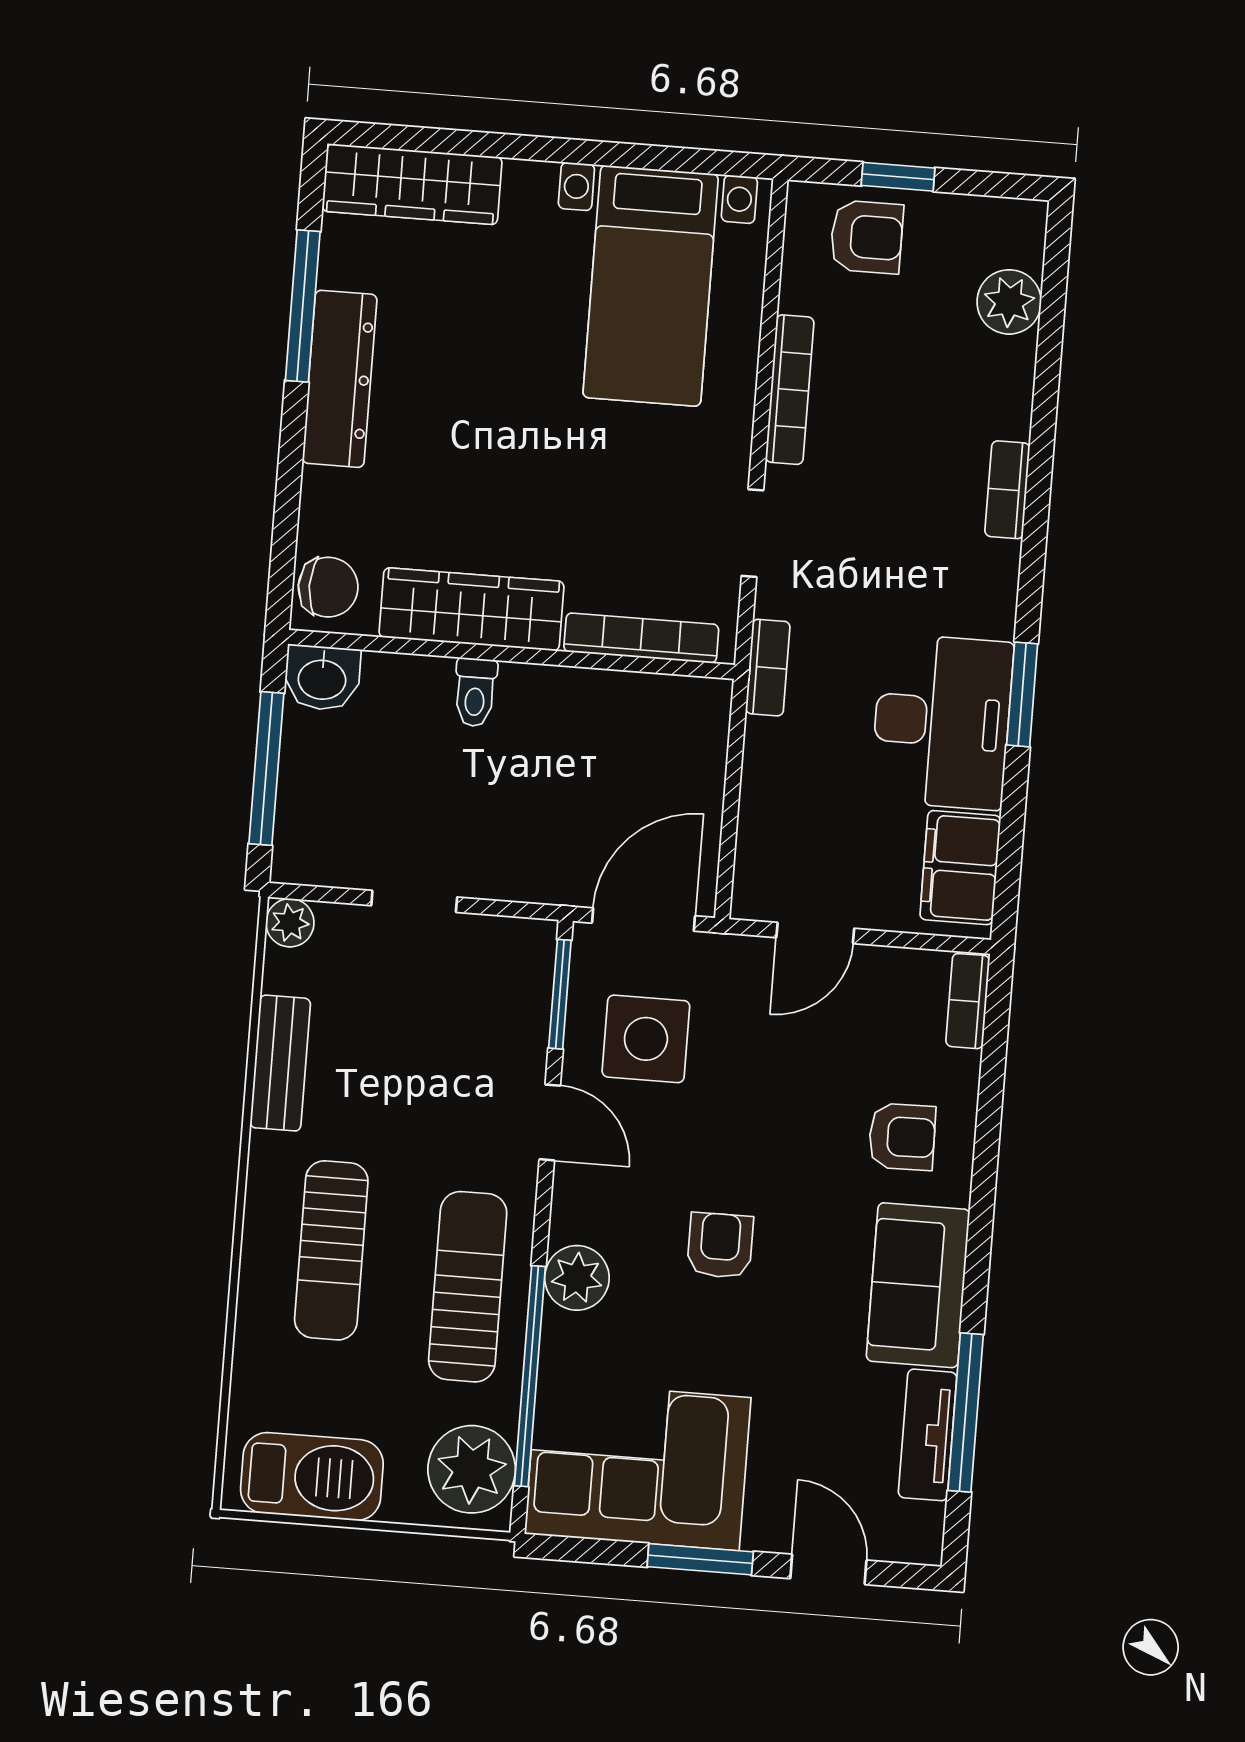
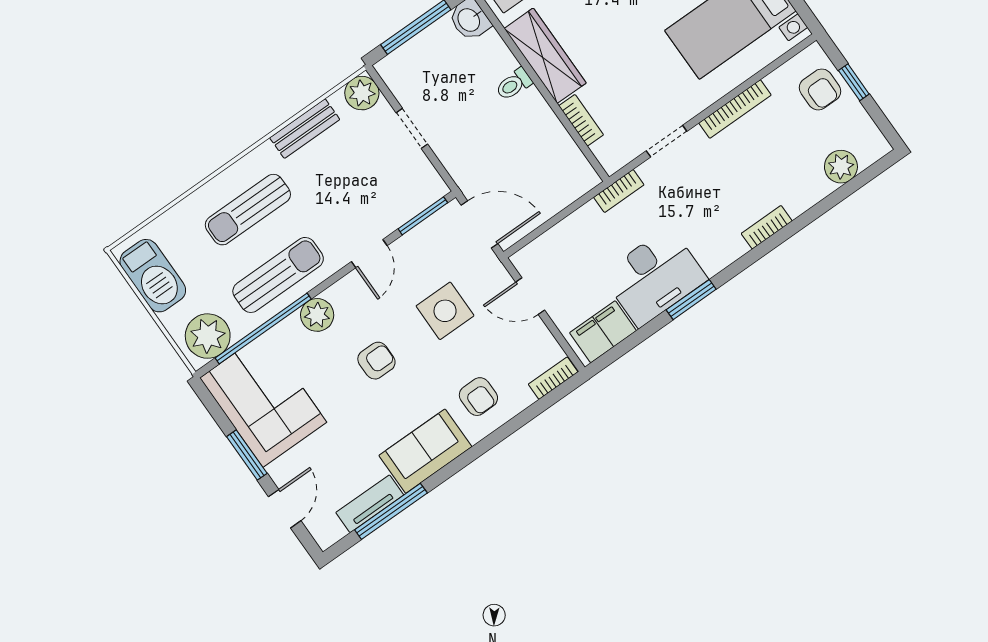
bookcase: (641, 638) -> (581, 120), width x0.64
plant: (290, 923) -> (362, 93), width x1.38, depth x1.38
side table: (646, 1039) -> (445, 311), moved

